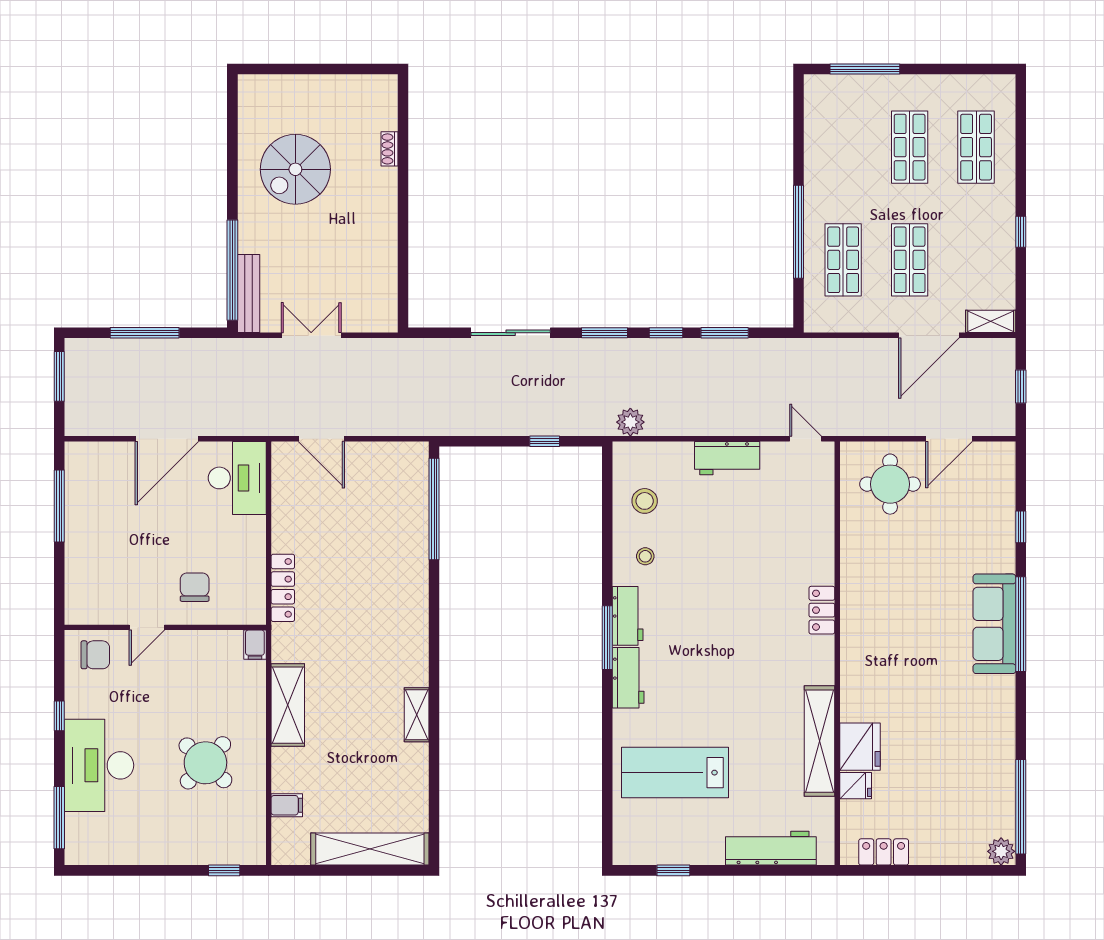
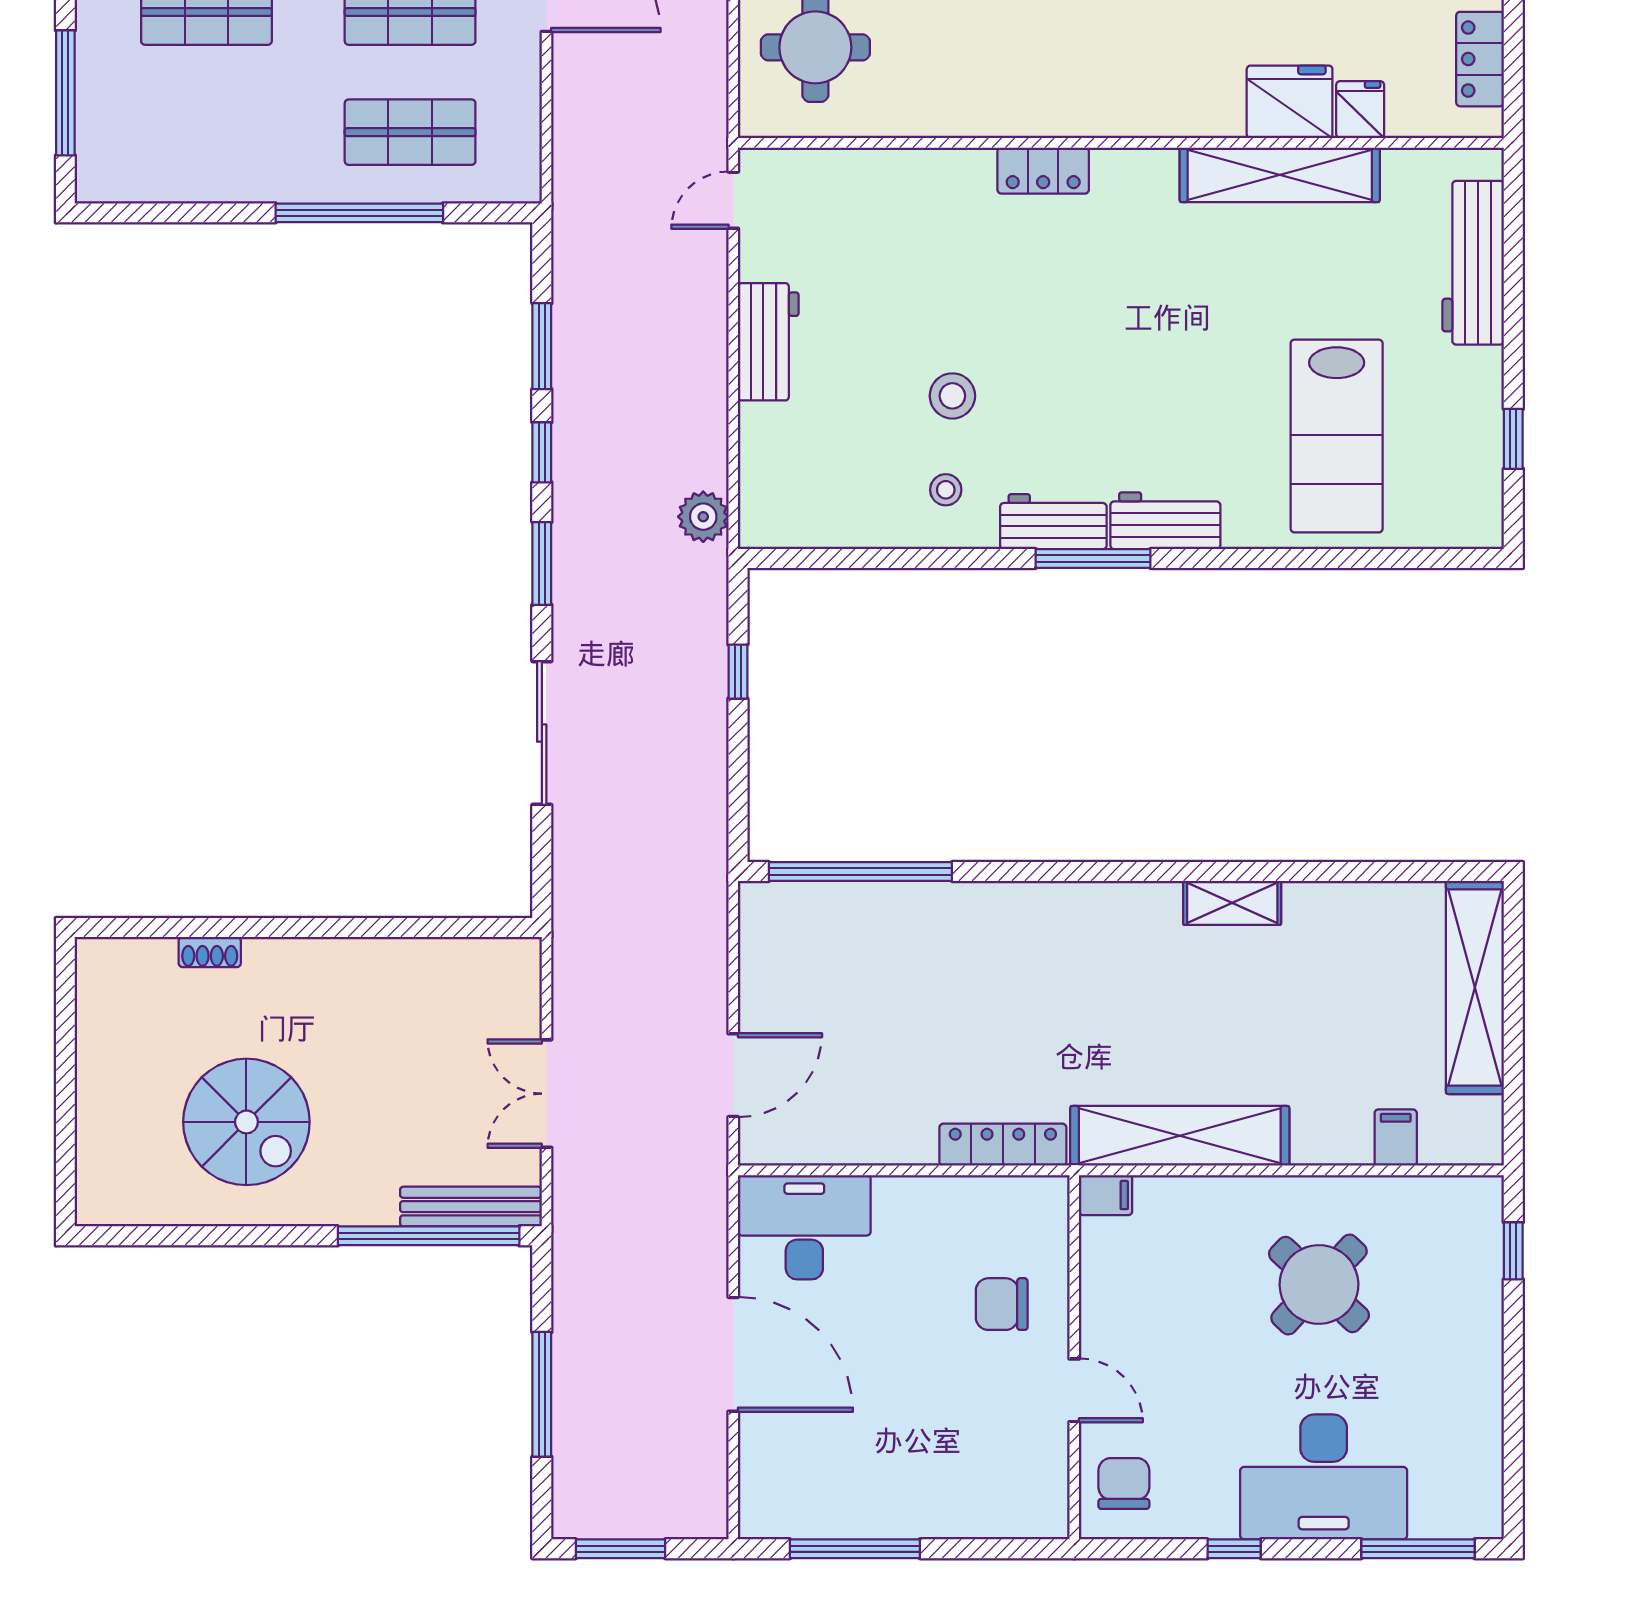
stool: (645, 501) -> (952, 396), moved
shelving: (288, 705) -> (1180, 1136), width x1.47

